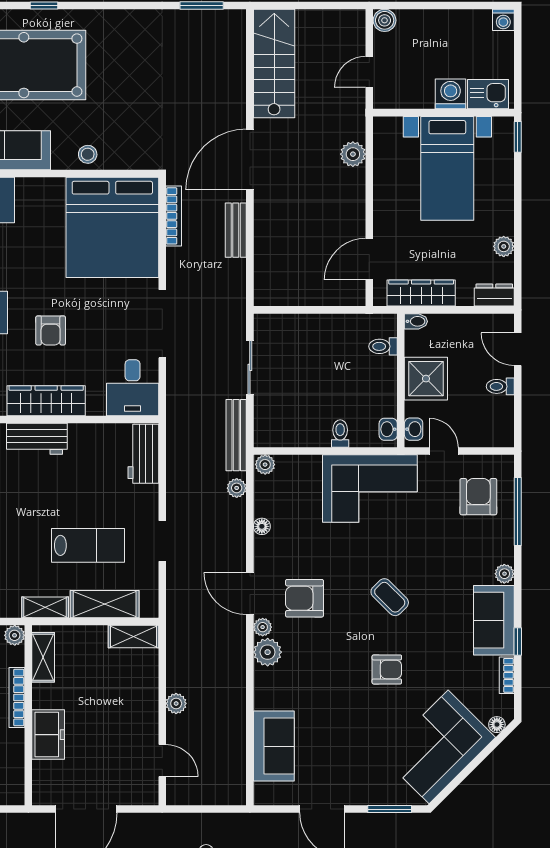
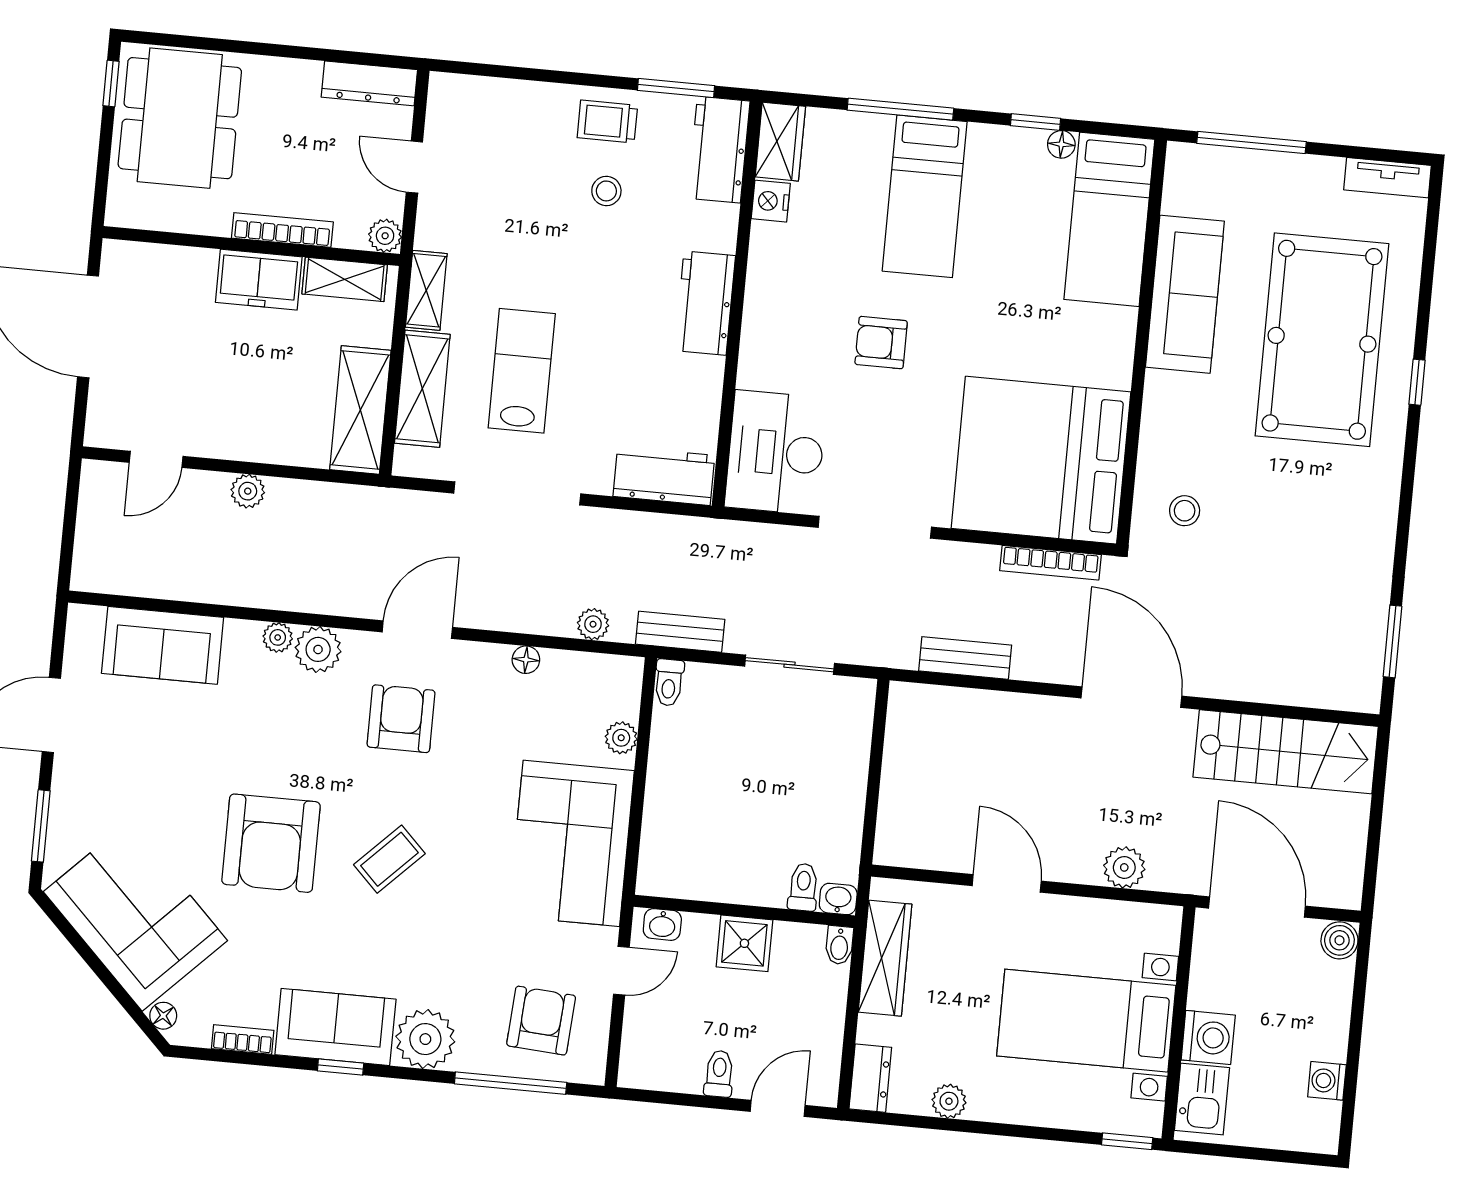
washing machine: (503, 20) -> (1327, 1081), moved
door: (369, 72) -> (1257, 907), width x1.87
stool: (88, 154) -> (1185, 511), moved
bench: (236, 230) -> (965, 658), moved
door: (369, 259) -> (1007, 883), moved
shower: (426, 379) -> (744, 943), width x0.73, depth x0.73
desk: (133, 388) -> (776, 453), width x1.37
wardrobe: (46, 401) -> (766, 324), removed
washbasin: (388, 429) -> (838, 899), moved
toilet: (340, 434) -> (669, 682), moved, turned 90
bench: (236, 435) -> (680, 632), width x0.73
plant: (265, 465) -> (621, 738), moved
armchair: (478, 497) -> (541, 1021), turned -86
doorway: (162, 541) -> (517, 493), width x1.88
lab bench: (88, 545) -> (522, 371), turned 180
plant: (504, 574) -> (425, 1039), width x1.87, depth x1.87
plant: (263, 627) -> (278, 637), moved
shelving: (133, 637) -> (360, 410), width x1.50, depth x1.33
window: (518, 642) -> (341, 1067), moved
armchair: (387, 669) -> (271, 843), width x1.88, depth x1.88
freezer: (48, 735) -> (259, 280), moved

